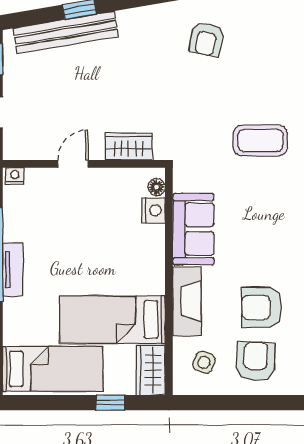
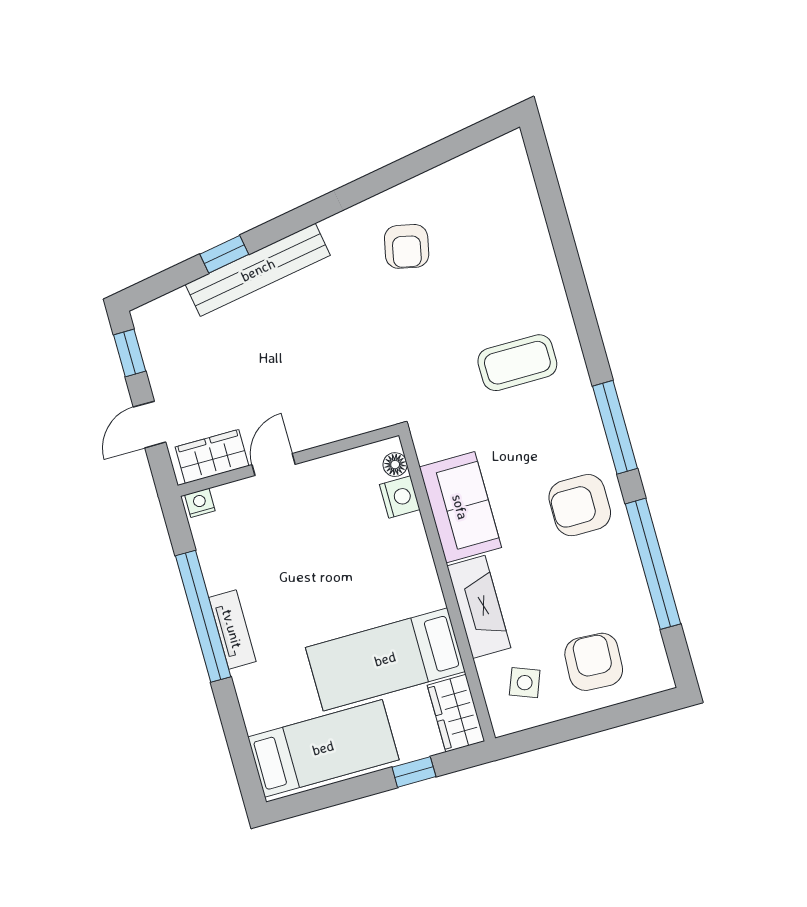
bench: (66, 32) -> (258, 270), moved
wardrobe: (129, 146) -> (212, 456), moved
armchair: (262, 307) -> (580, 505), moved

